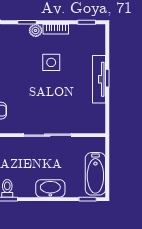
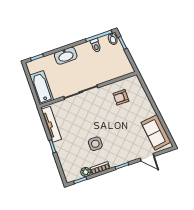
plant: (36, 30) -> (86, 172), moved
tv unit: (99, 79) -> (51, 124), moved
bathtub: (95, 174) -> (41, 88), moved

